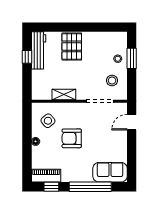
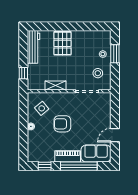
window: (27, 57) -> (23, 73), moved
door: (132, 122) -> (115, 135), moved
piano: (46, 176) -> (68, 156), moved

